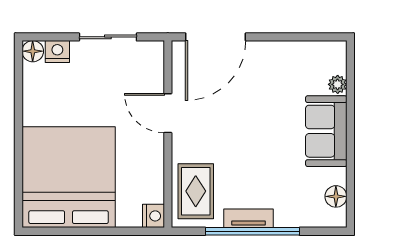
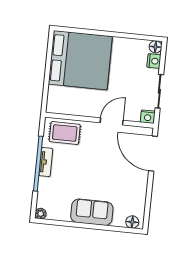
plant: (338, 84) -> (41, 214), moved
floor lamp: (336, 196) -> (132, 222), moved
nightstand: (153, 216) -> (148, 117), moved

